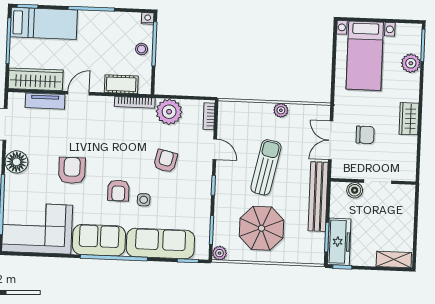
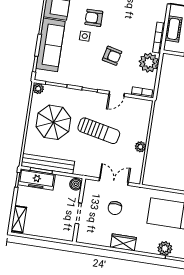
boiler: (355, 190) -> (76, 184), moved
bench: (318, 197) -> (48, 164), moved

